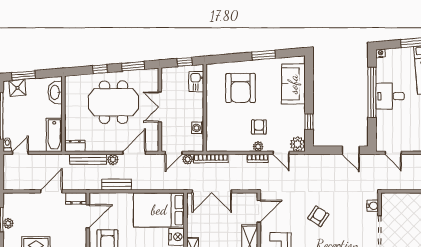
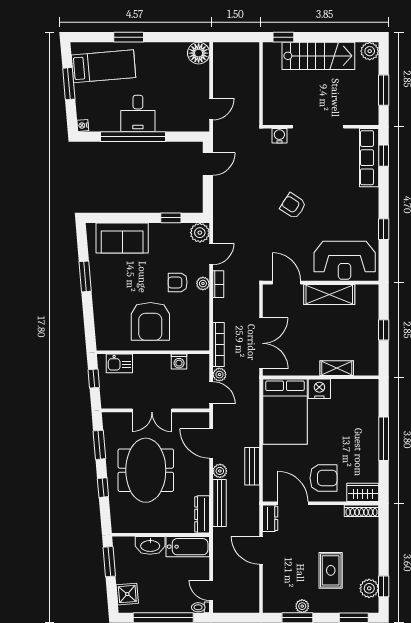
window: (24, 76) -> (109, 562), moved
armchair: (241, 88) -> (150, 321), moved, turned 90
washbasin: (55, 92) -> (150, 545), moved
dresser: (75, 146) -> (202, 514), width x1.44

